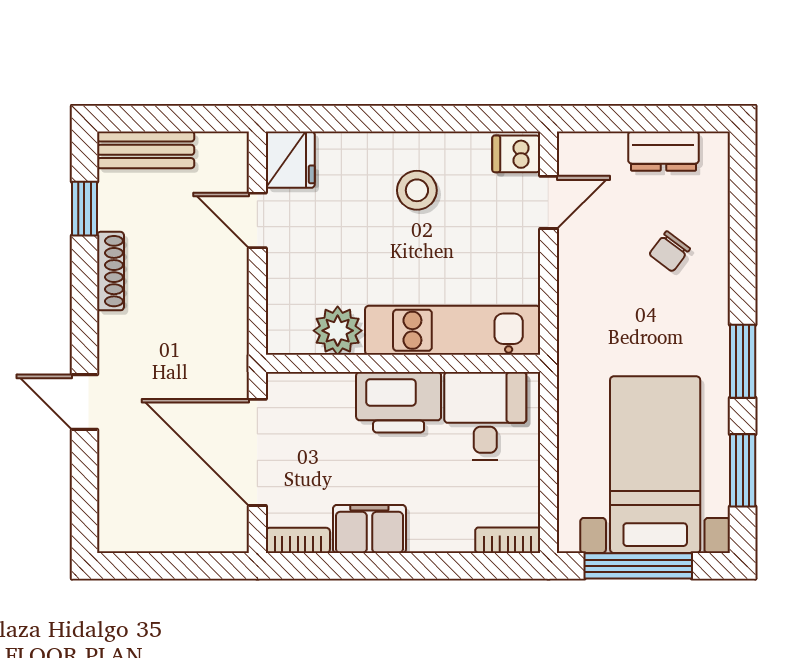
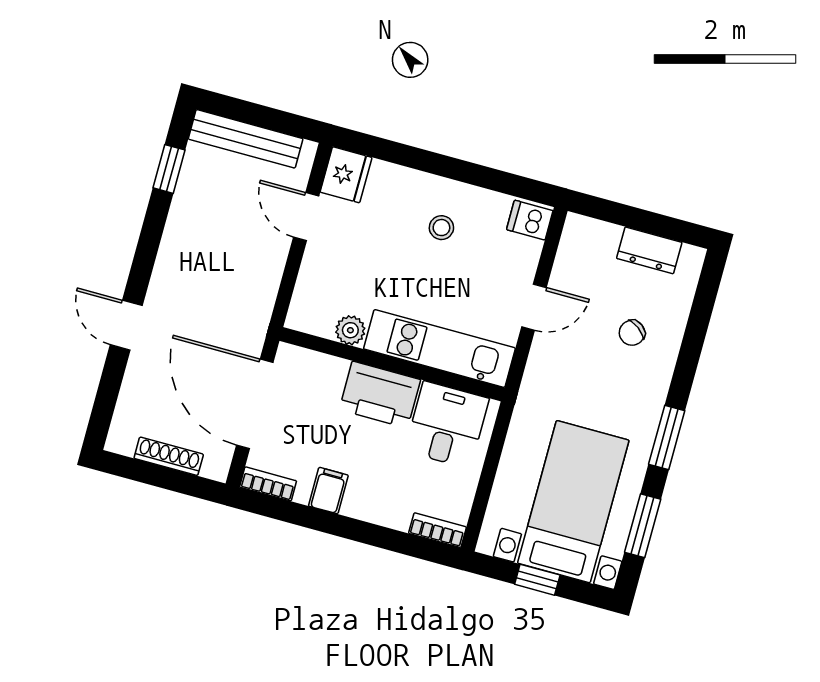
bench: (146, 150) -> (246, 139), width x1.36
stool: (417, 190) -> (441, 228), width x0.73, depth x0.73
door: (549, 202) -> (534, 307), moved
shoe rack: (110, 271) -> (169, 456), moved, turned -90
plant: (338, 331) -> (350, 330), width x0.73, depth x0.73
filing cabinet: (369, 529) -> (328, 491), width x0.50
window: (638, 566) -> (537, 580), width x0.46

